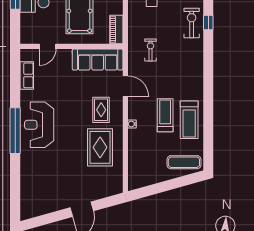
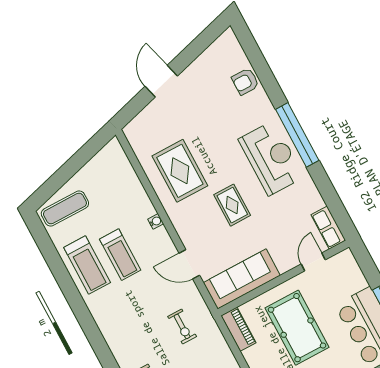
row of seats: (27, 75) -> (328, 228), moved
rug: (101, 110) -> (232, 205), moved
treadmill: (189, 120) -> (87, 265), turned 180
armchair: (30, 181) -> (245, 82), added

